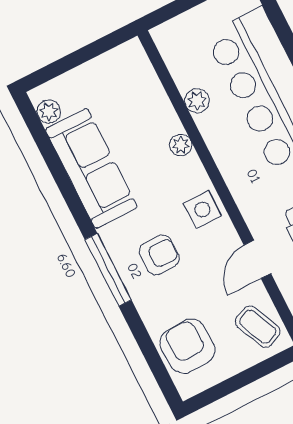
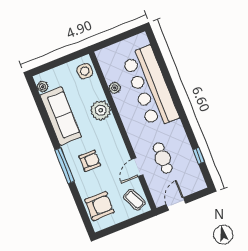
plant: (181, 145) -> (101, 110), width x1.88, depth x1.88
side table: (202, 209) -> (85, 71), moved
armchair: (187, 346) -> (99, 206), turned 92

